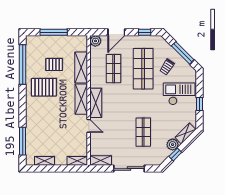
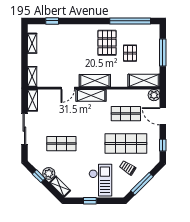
shelving: (81, 67) -> (144, 81), moved
window: (23, 141) -> (52, 21), width x0.46

